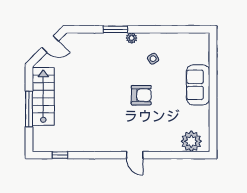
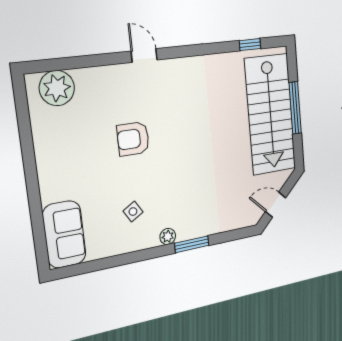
sofa: (198, 85) -> (64, 234), moved
armchair: (141, 95) -> (133, 139), moved
stairs: (43, 97) -> (270, 114), width x1.36, depth x1.51

